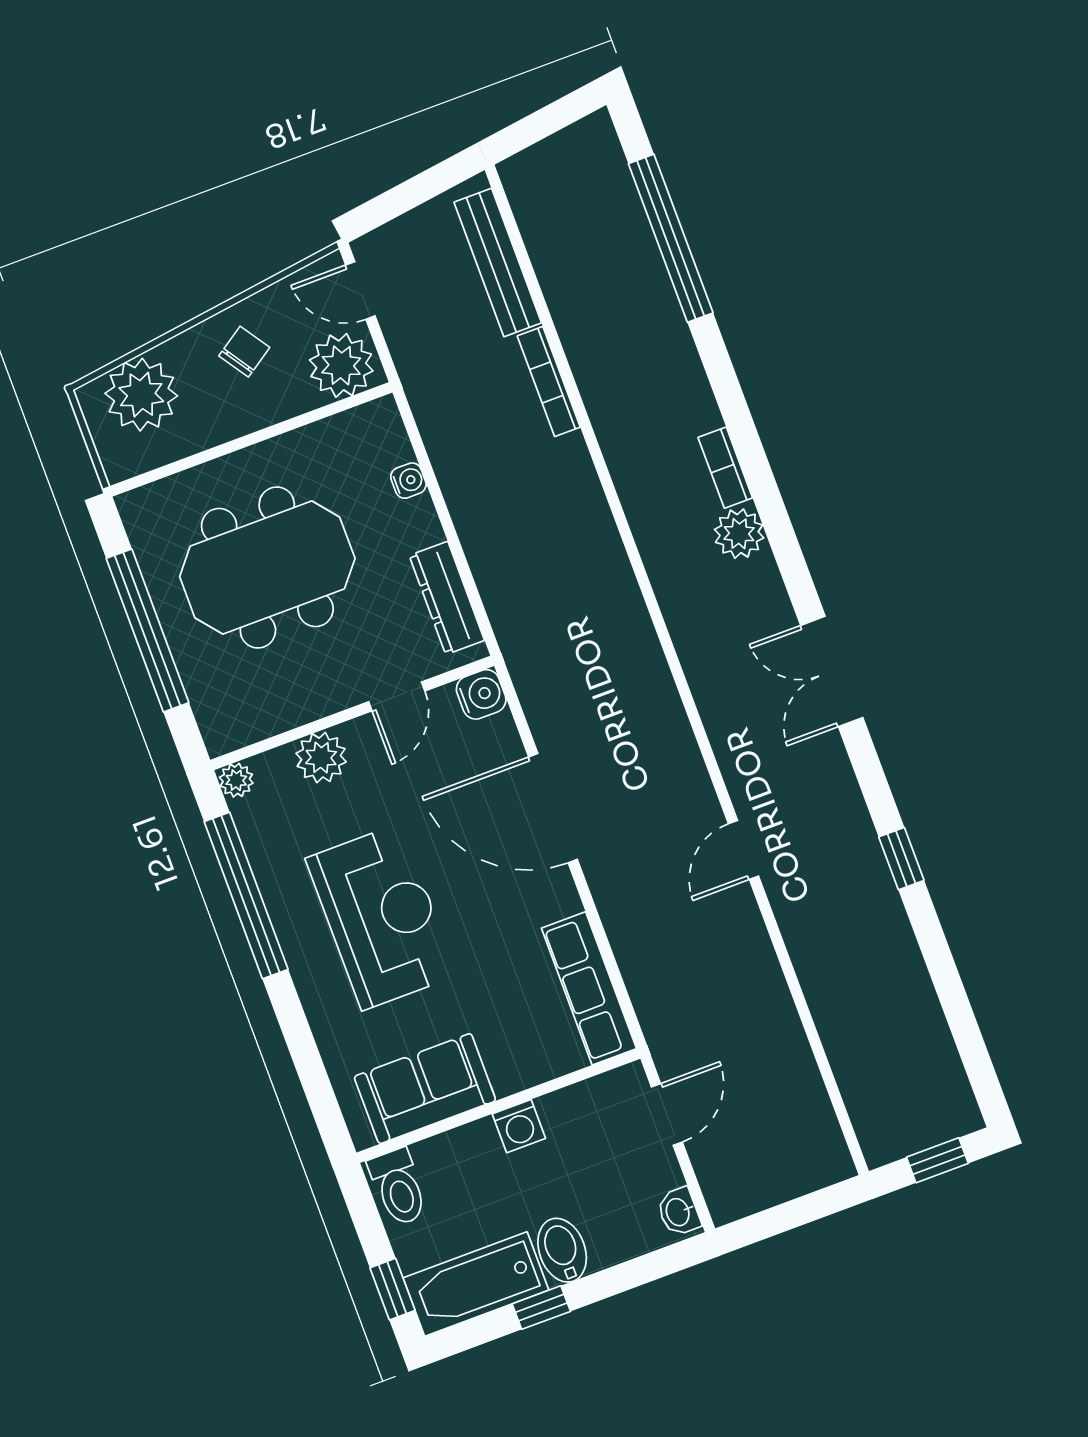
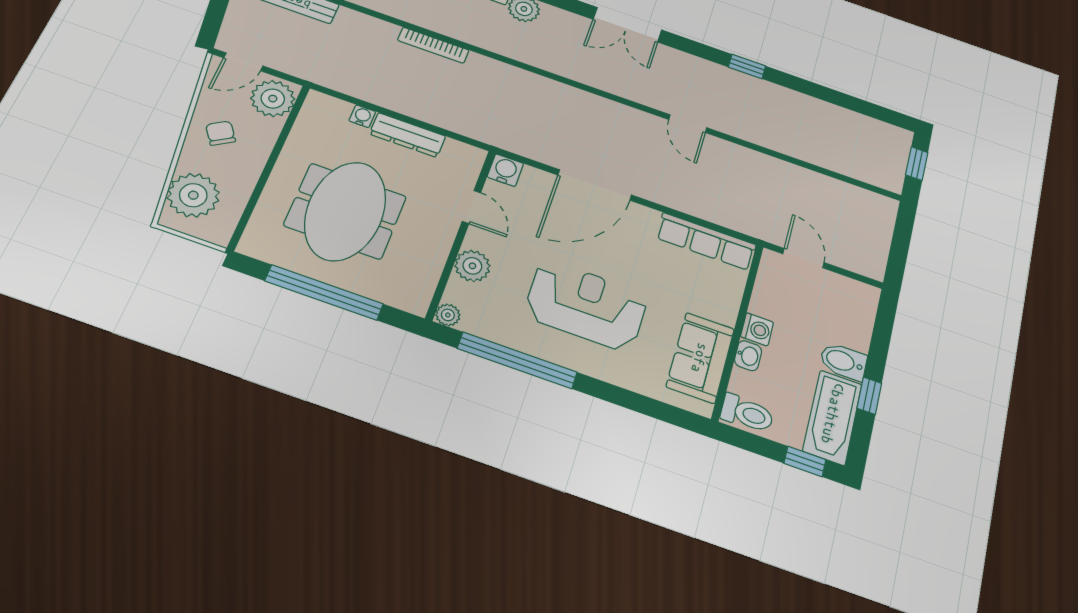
bookcase: (549, 382) -> (433, 45), moved
dresser: (447, 598) -> (408, 135), moved
washbasin: (679, 1212) -> (748, 356), moved, turned -90

